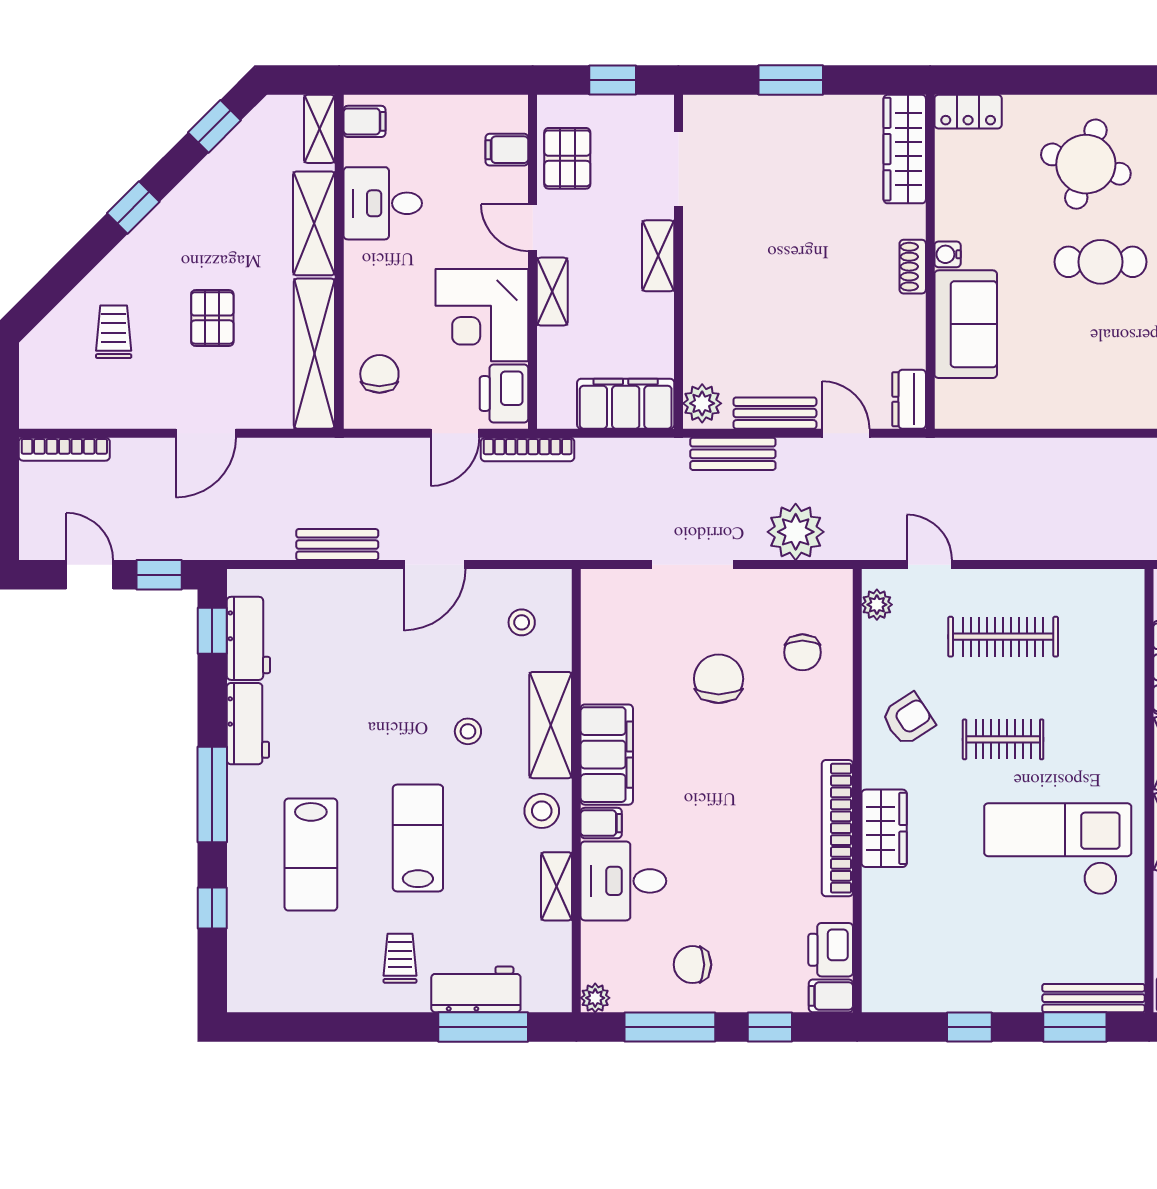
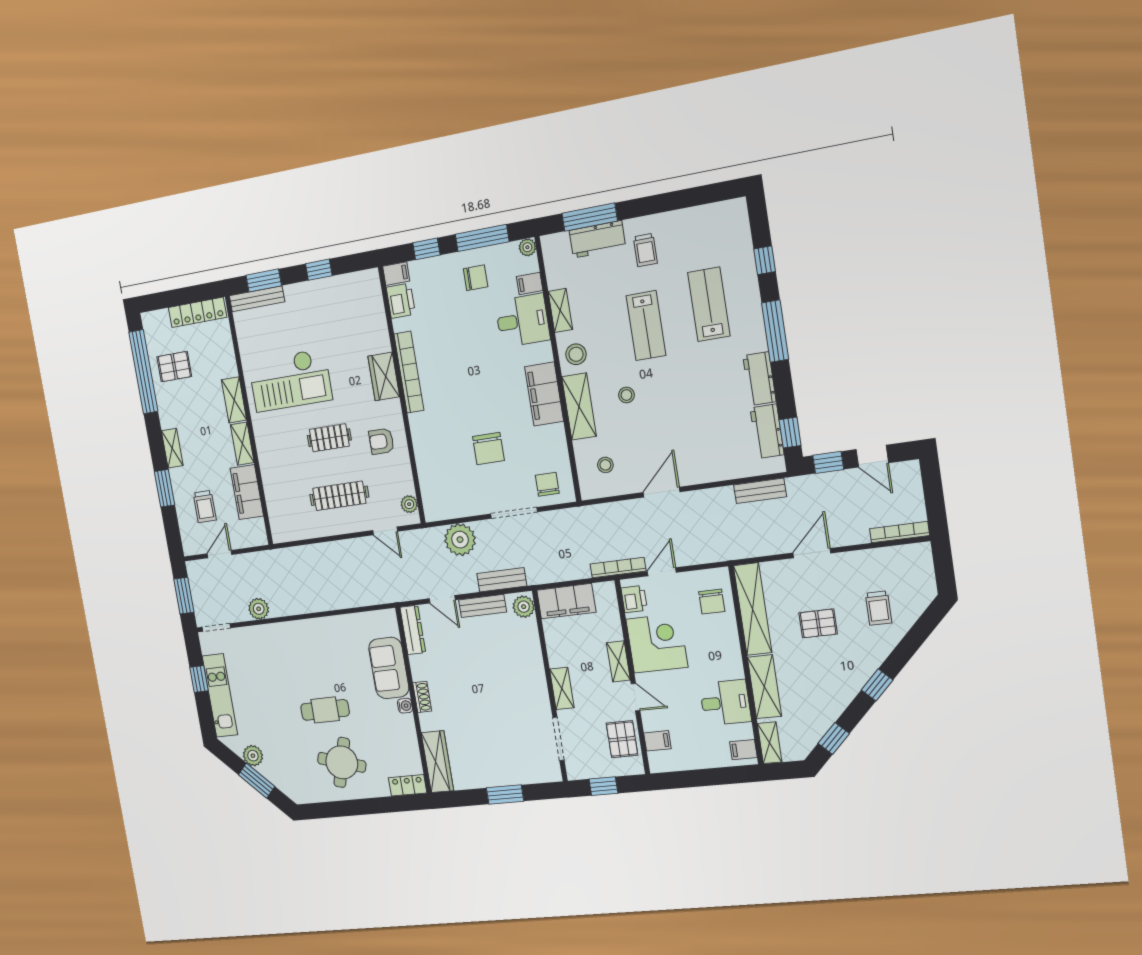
pallet: (212, 318) -> (818, 623), turned 90
printer: (504, 393) -> (634, 599), width x0.73, depth x0.81
dresser: (909, 399) -> (413, 630), width x1.44
bench: (337, 545) -> (760, 491), moved
chair: (802, 652) -> (547, 484), moved
armchair: (908, 719) -> (381, 441), turned 33
filing cabinet: (601, 823) -> (530, 284), moved

